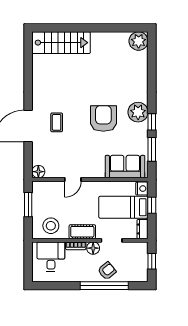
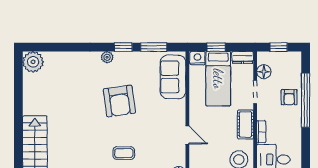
plant: (138, 112) -> (107, 57), width x0.53, depth x0.53
armchair: (103, 118) -> (119, 101), turned -98
floor lamp: (93, 248) -> (264, 72), moved
armchair: (107, 271) -> (289, 97), turned -141

